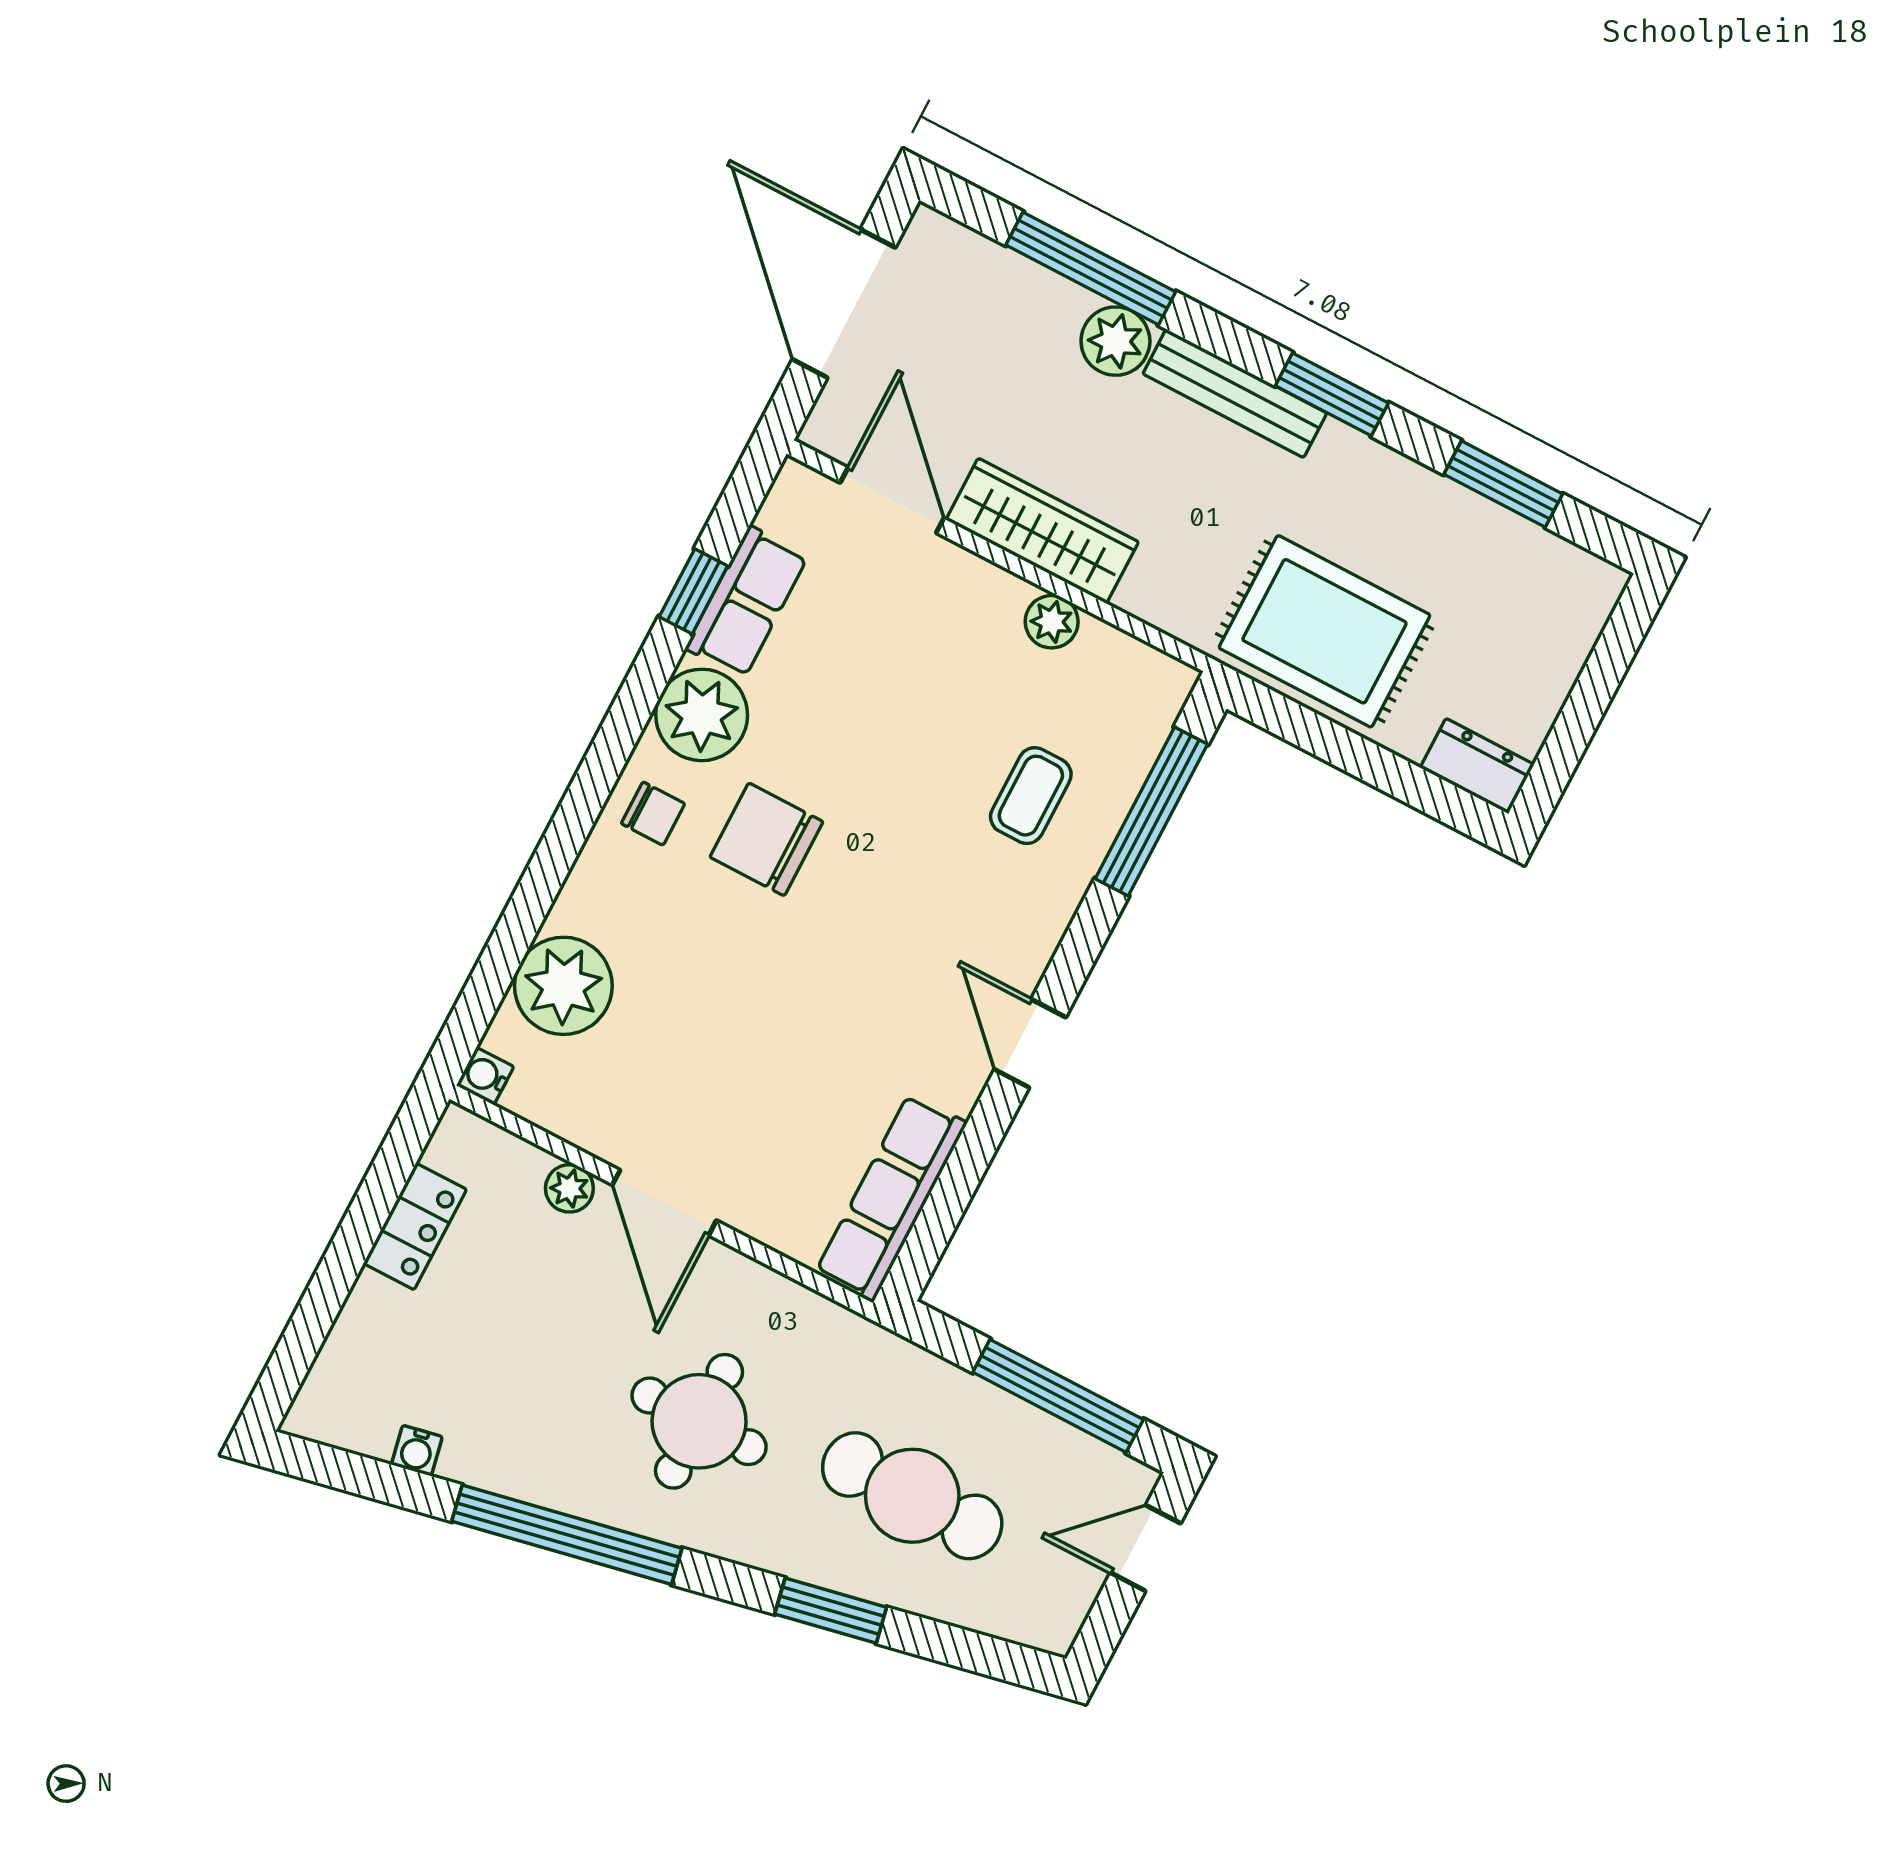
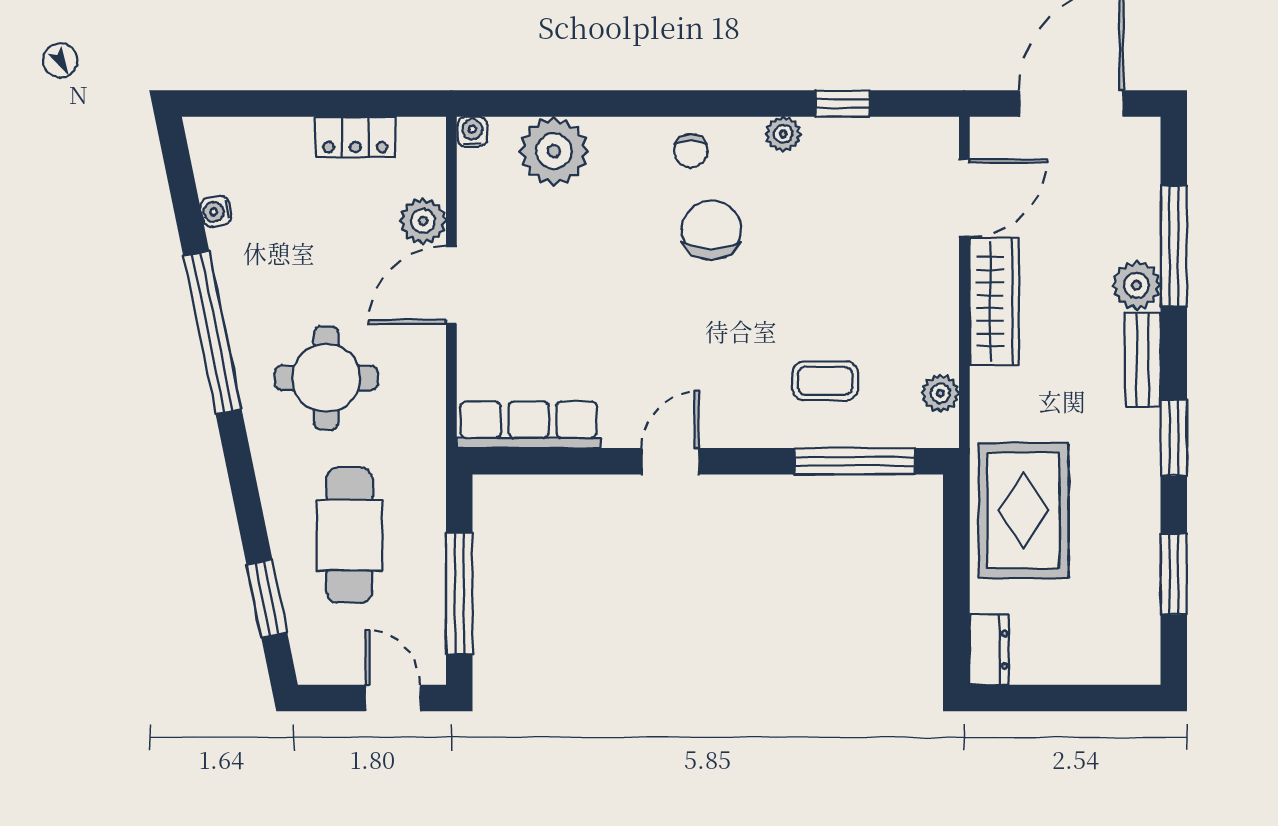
bench: (1235, 393) -> (1143, 360), width x0.73
row of seats: (747, 602) -> (853, 140), removed
plant: (1052, 622) -> (940, 393), moved
plant: (702, 715) -> (783, 134), width x0.53, depth x0.53
plant: (569, 1188) -> (423, 221), width x1.38, depth x1.38
window: (831, 1611) -> (267, 599), moved

